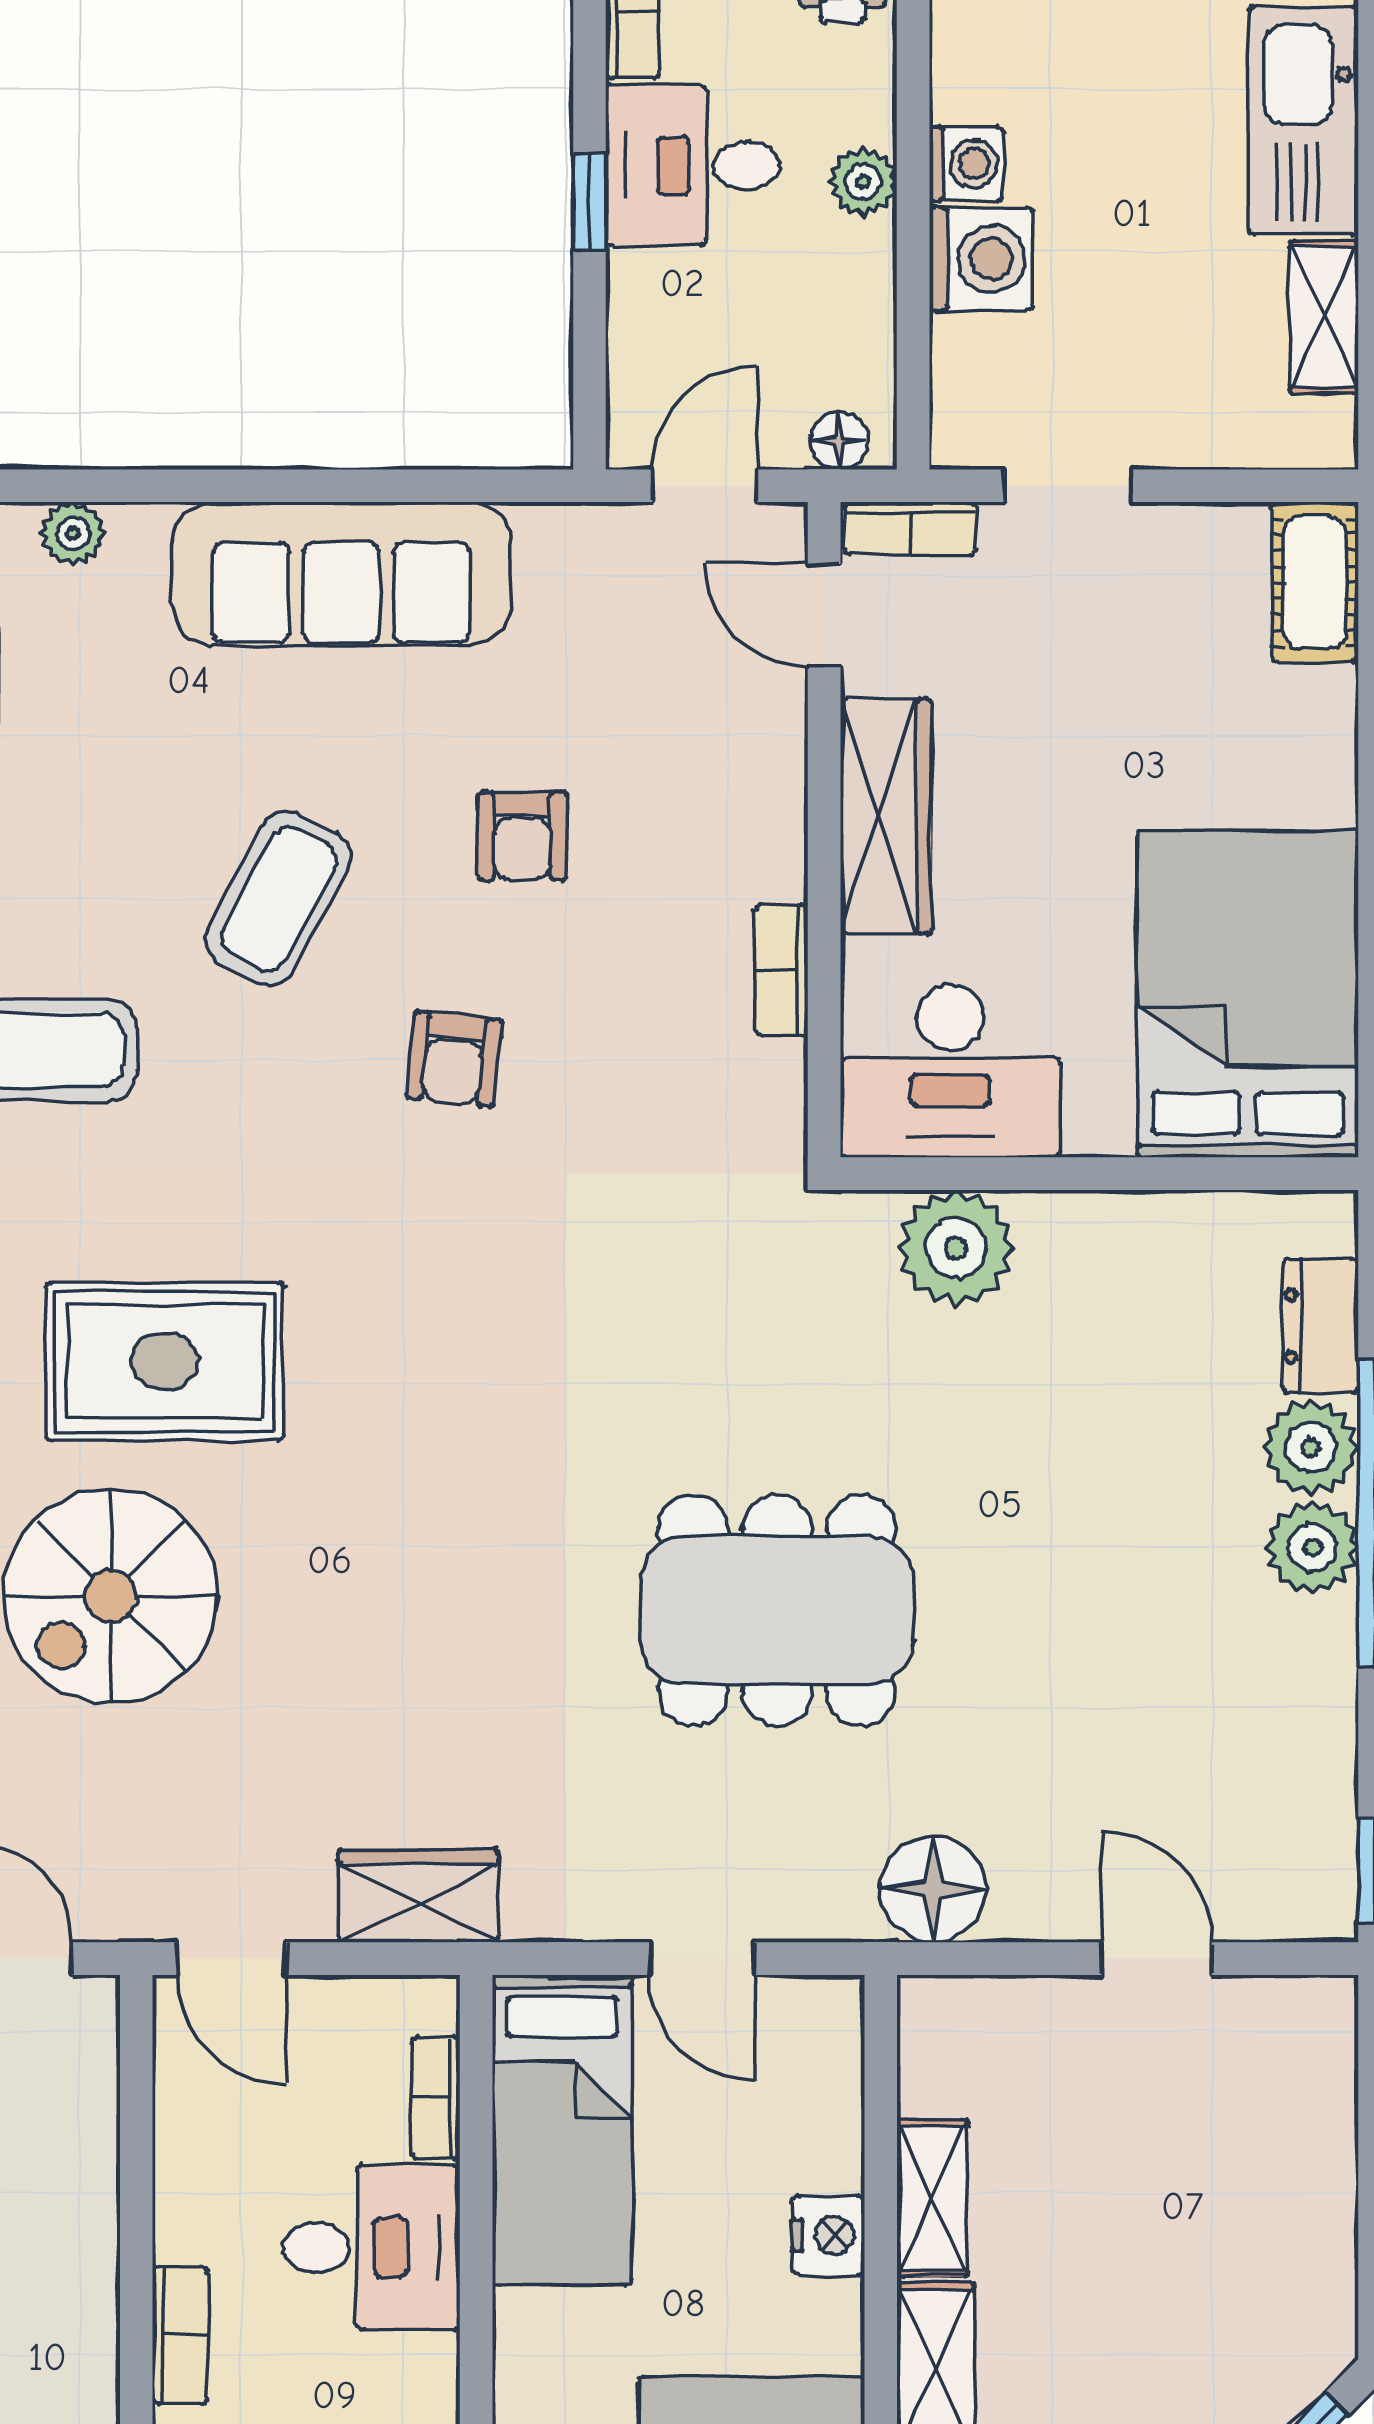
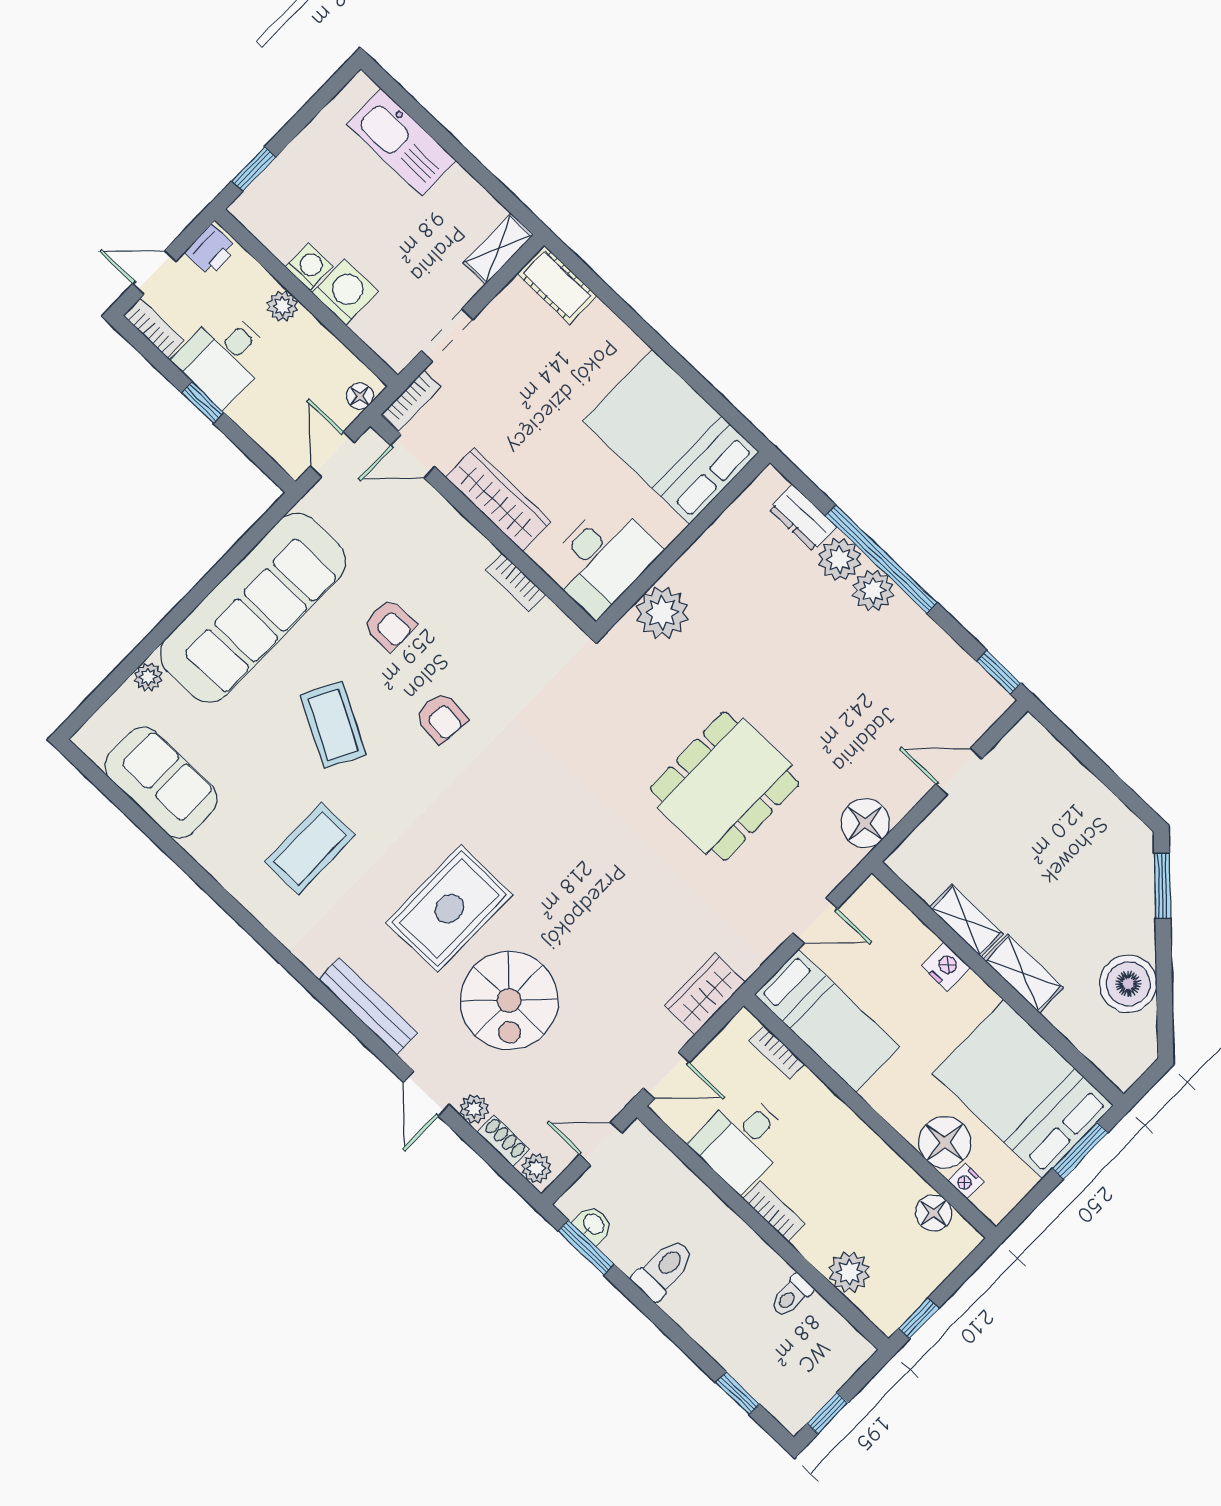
shelving: (1324, 317) -> (498, 249), moved, turned 90
sofa: (341, 574) -> (253, 608), width x1.36, depth x1.27
desk: (371, 2248) -> (741, 1141), moved, turned 180

